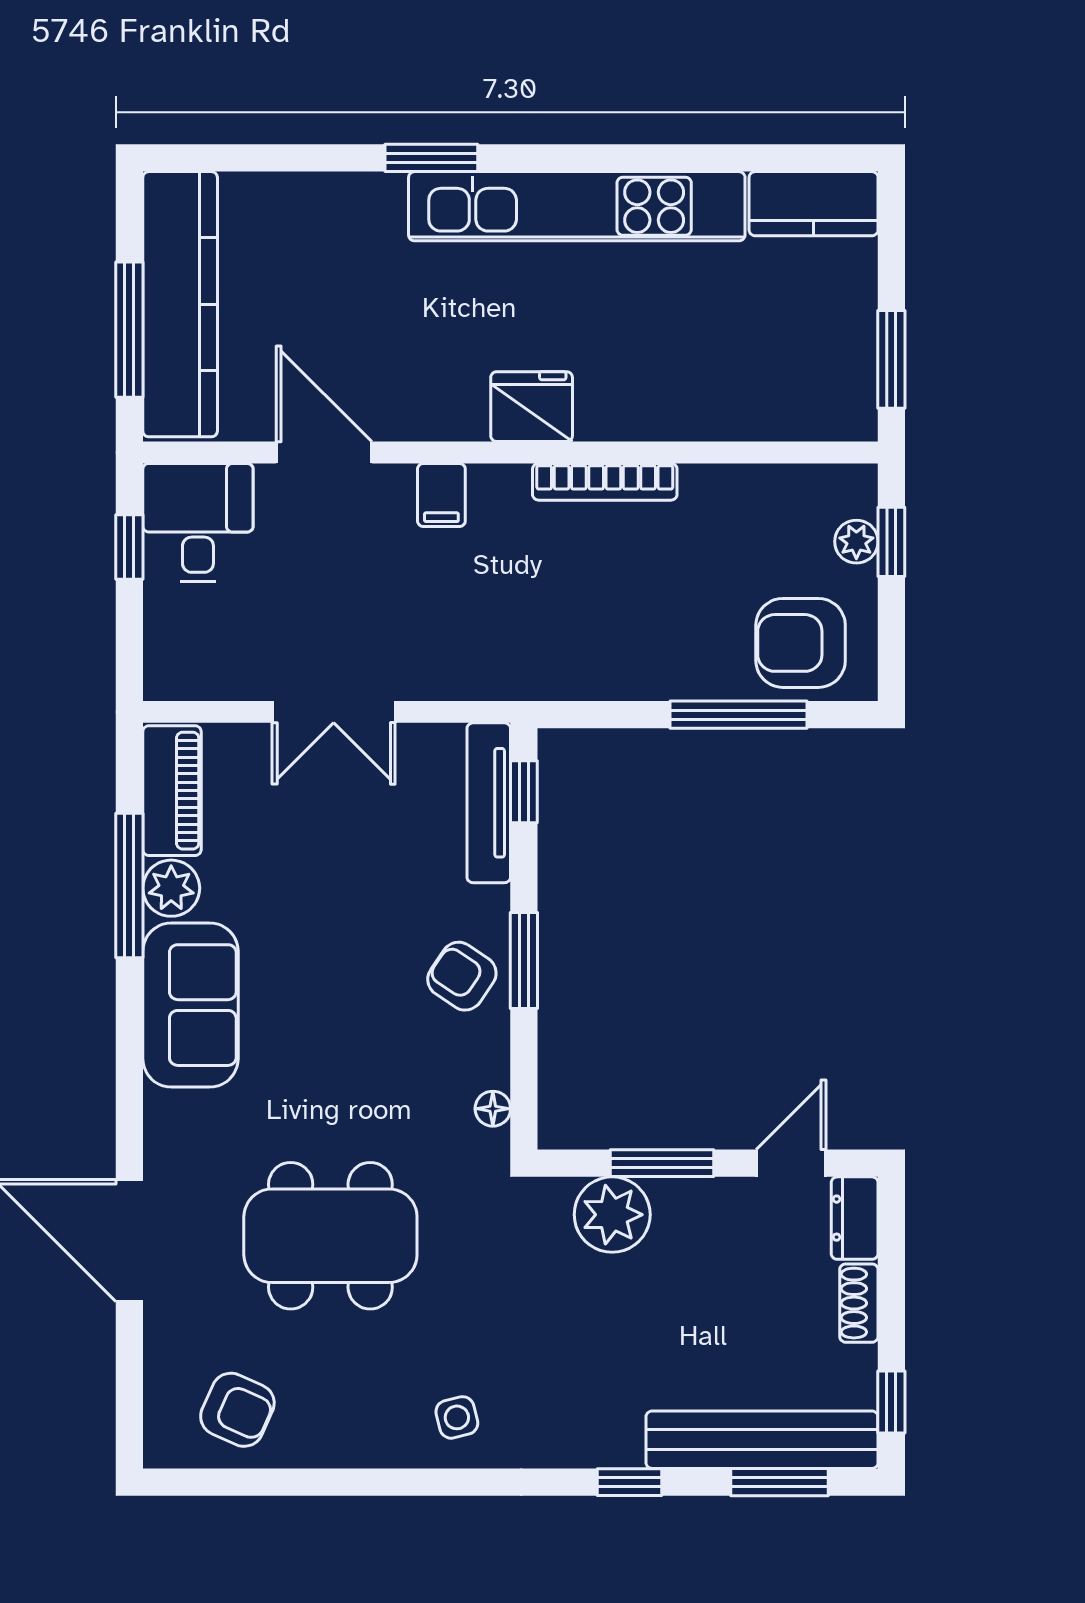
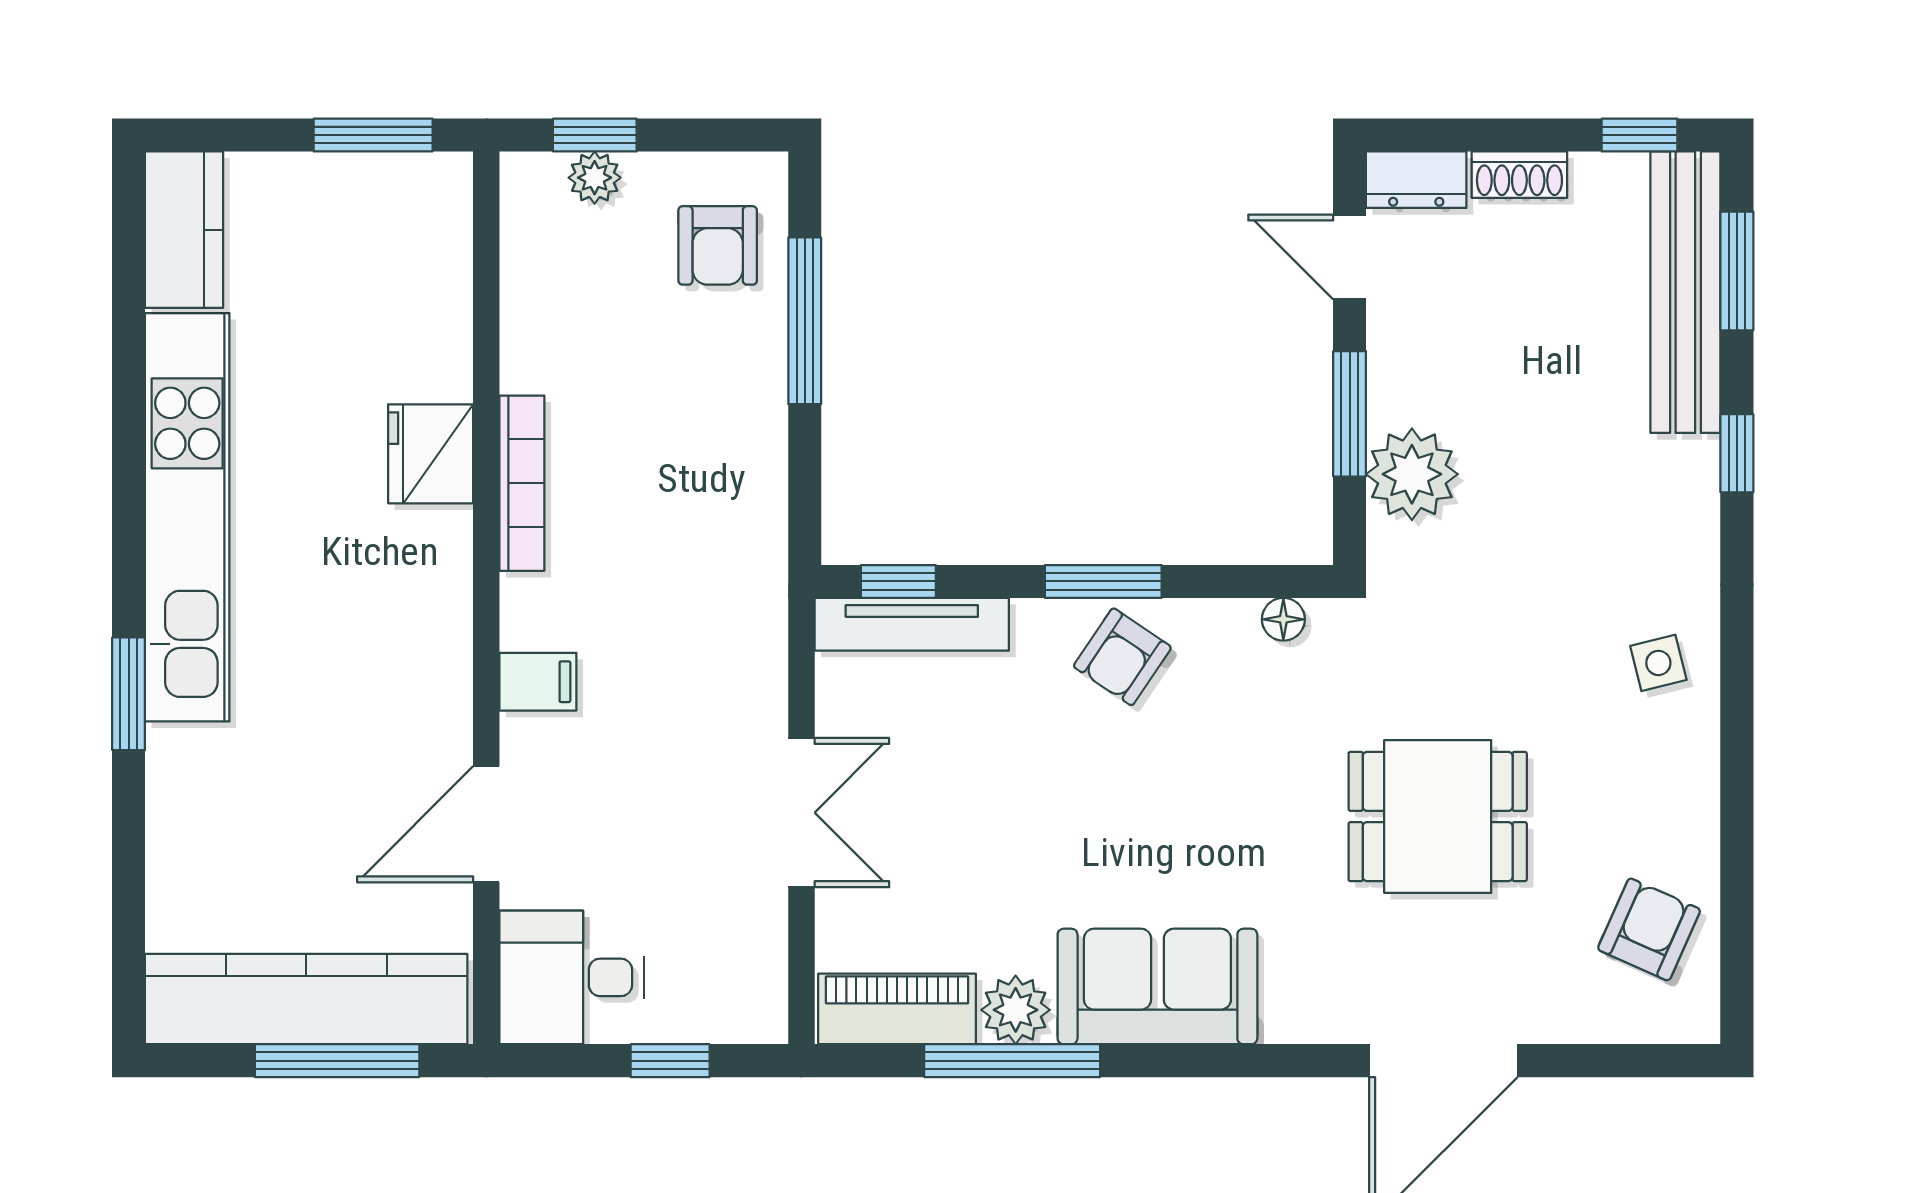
fridge: (532, 407) -> (431, 454), moved
window: (129, 547) -> (670, 1061), moved
armchair: (801, 643) -> (718, 245), width x0.72, depth x0.72
dining table: (330, 1236) -> (1438, 816), width x0.73

